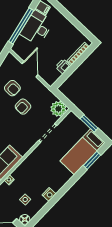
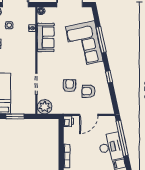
printer: (63, 66) -> (69, 121), moved
door: (30, 69) -> (89, 115), hinge flipped

